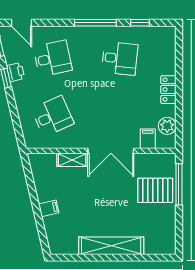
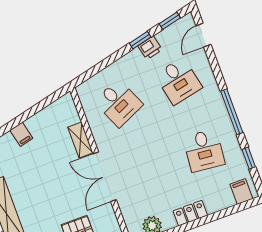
filing cabinet: (148, 139) -> (241, 191), moved, turned -90

